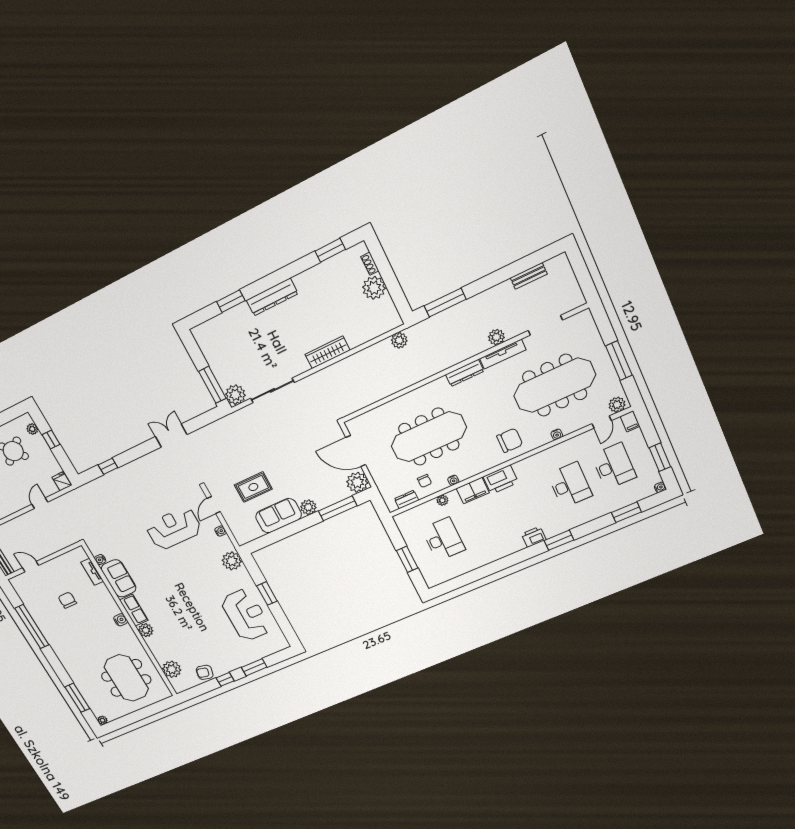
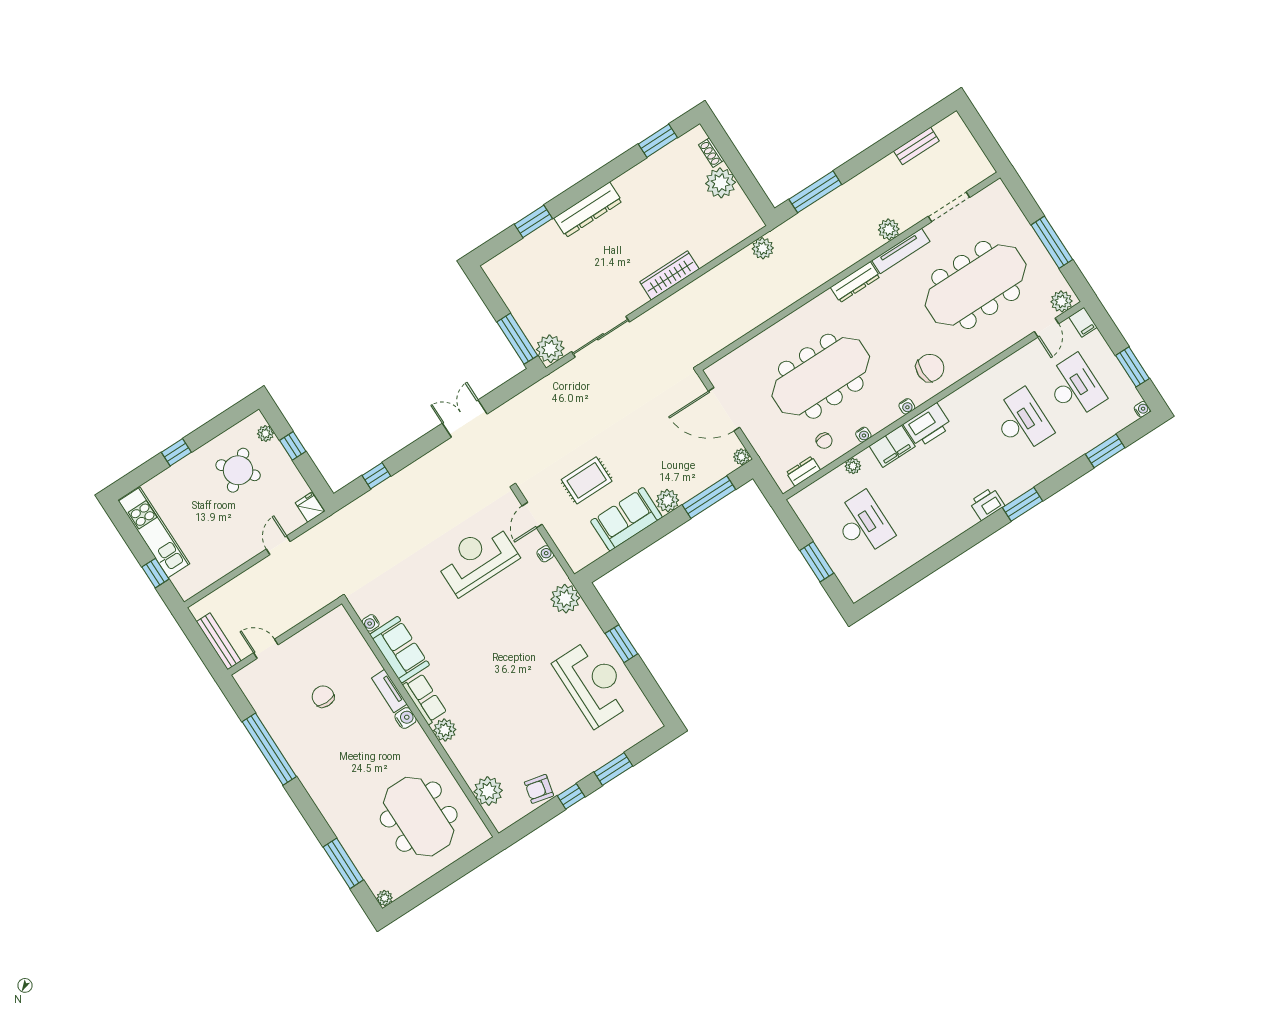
water cooler: (557, 434) -> (907, 406), moved
plant: (357, 482) -> (741, 457), width x0.53, depth x0.53
tv unit: (92, 572) -> (389, 691), moved

